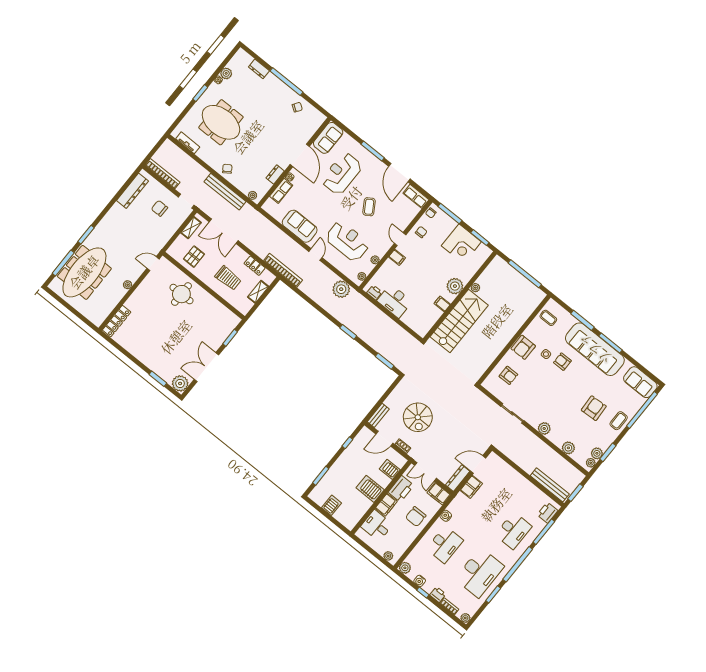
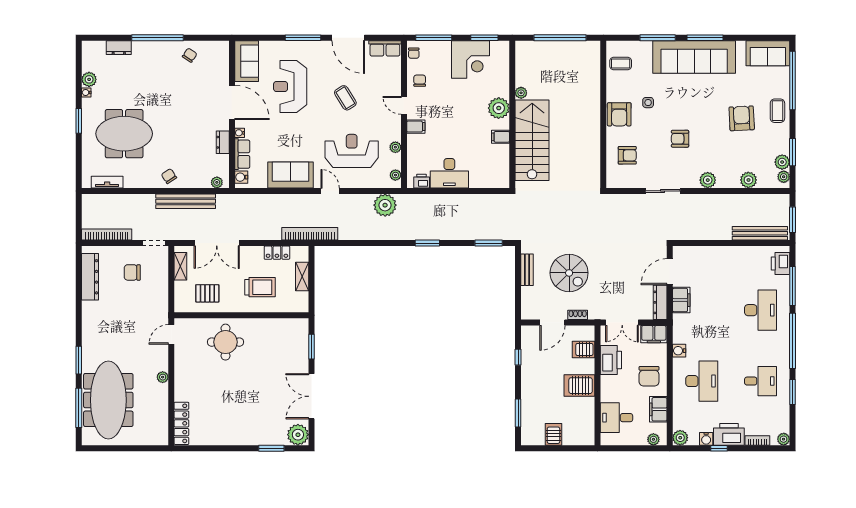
water cooler: (269, 204) -> (241, 177), added
pallet: (194, 257) -> (207, 293), turned 90
armchair: (562, 362) -> (680, 139), moved
bench: (378, 415) -> (527, 270), moved
filing cabinet: (386, 505) -> (658, 409), moved, turned 180
desk: (479, 573) -> (761, 381), width x0.53, depth x0.77
printer: (438, 595) -> (729, 434), width x1.87, depth x1.48

